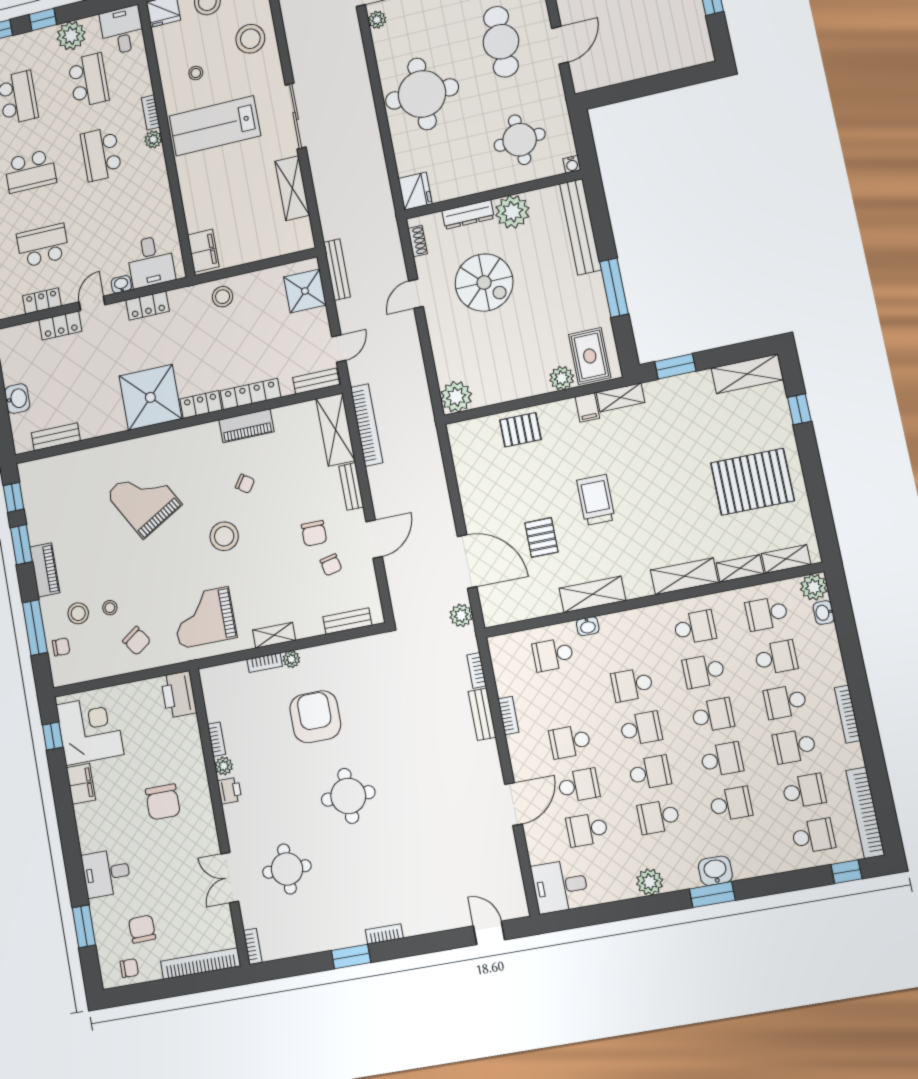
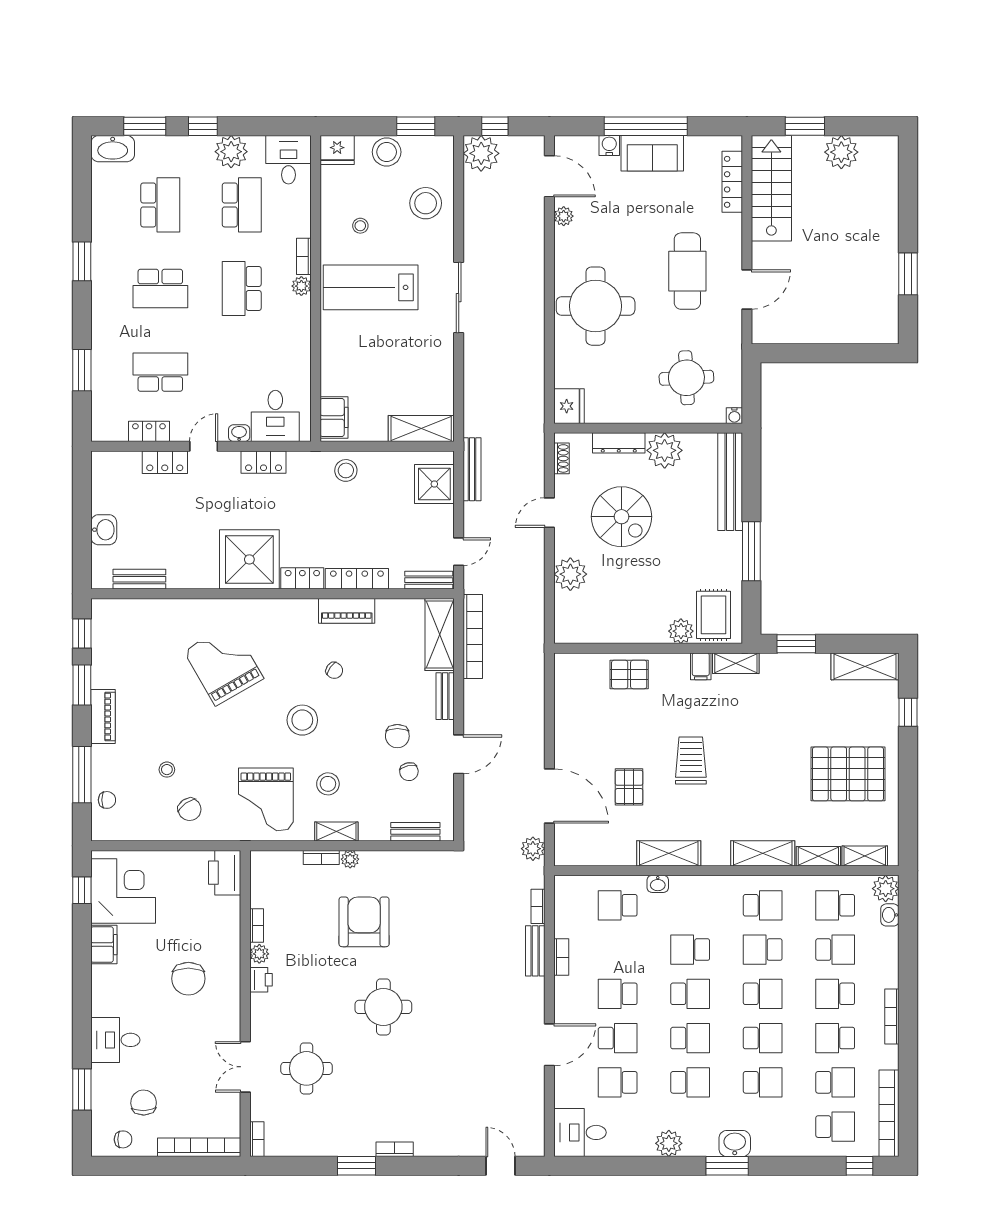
shelving: (292, 188) -> (421, 429), moved, turned 90
plant: (456, 397) -> (570, 574), moved
stool: (78, 613) -> (328, 784), moved
grand piano: (204, 618) -> (266, 799), turned -90
school desk: (659, 817) -> (690, 1082), turned 180

